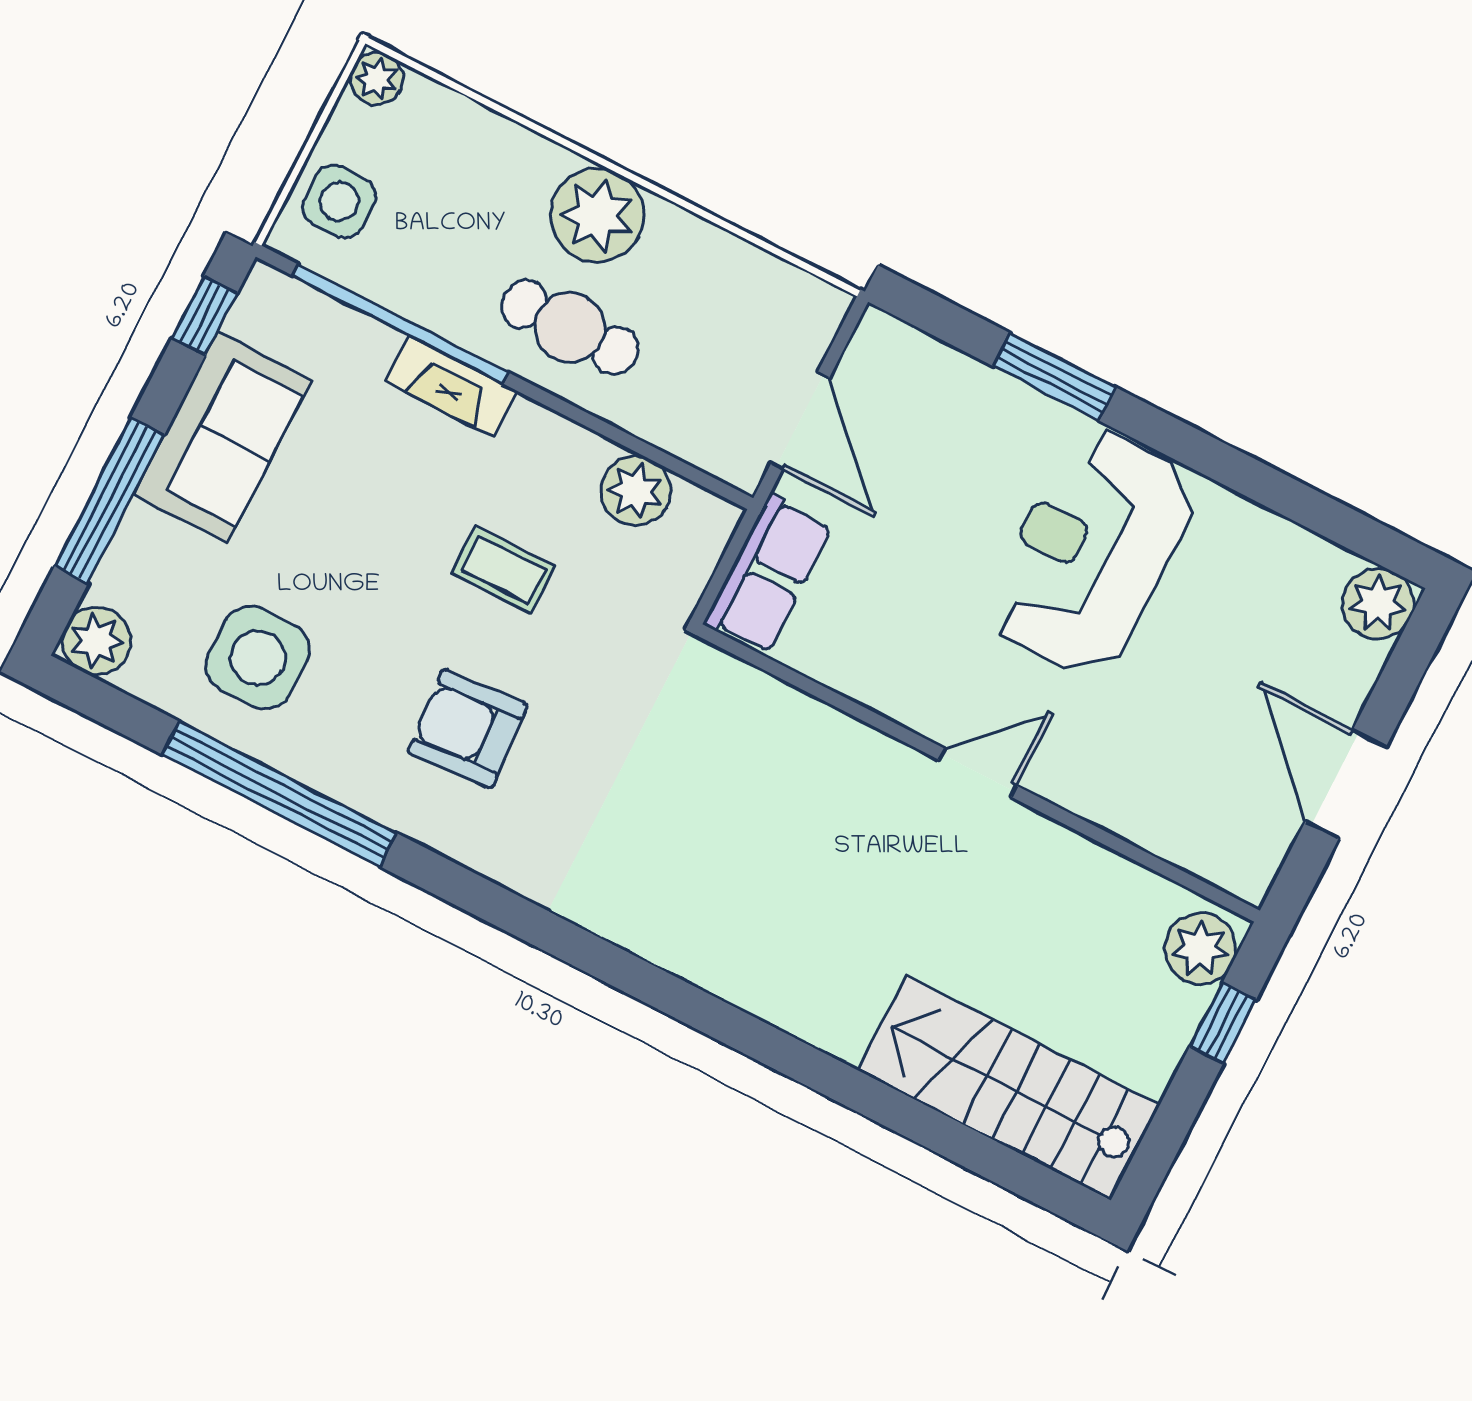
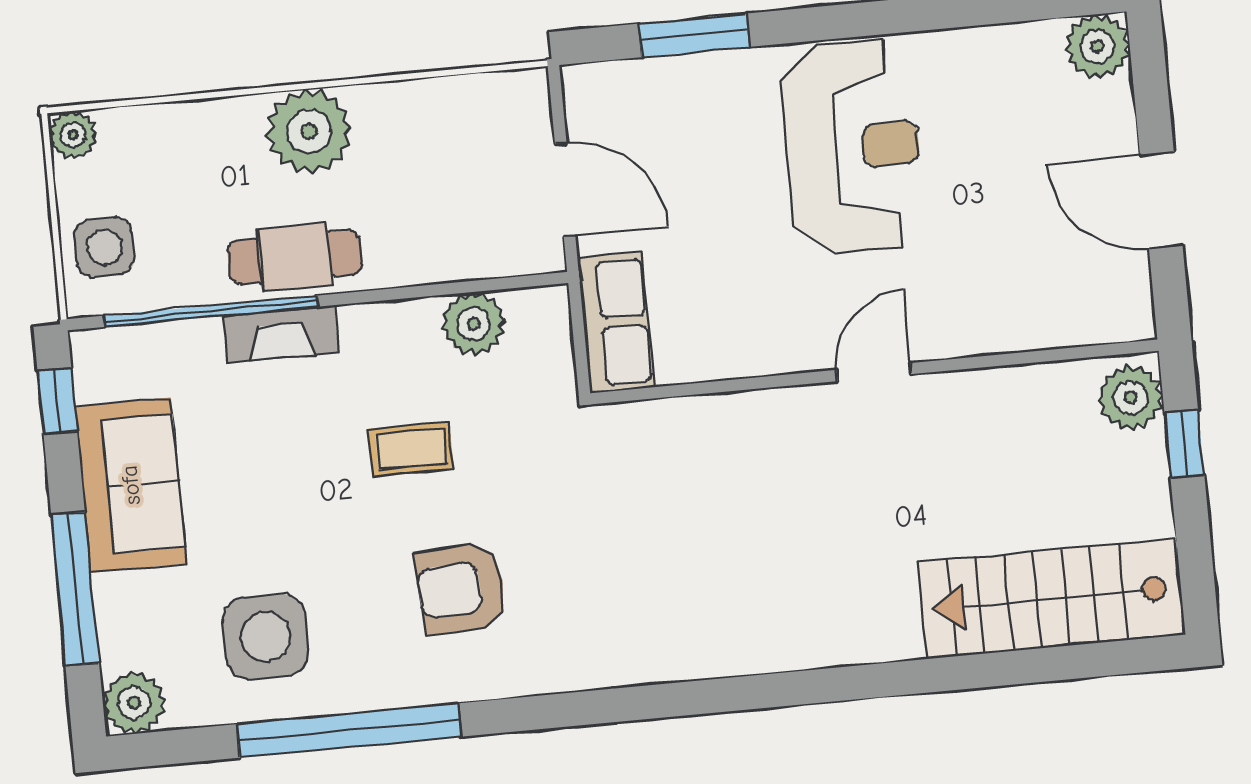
cafe table: (570, 327) -> (295, 257), moved
window: (1054, 377) -> (694, 35), moved
reception desk: (1092, 552) -> (853, 147), turned 180

